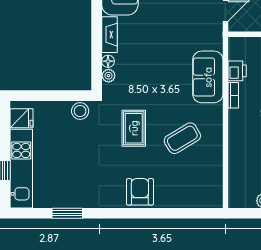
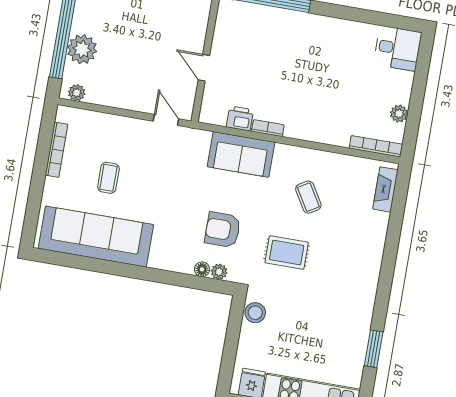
fireplace: (109, 35) -> (385, 189), moved, turned -90
coffee table: (182, 138) -> (308, 197), width x0.73, depth x0.77
bookcase: (234, 186) -> (376, 146), added
armchair: (140, 192) -> (223, 230), moved

